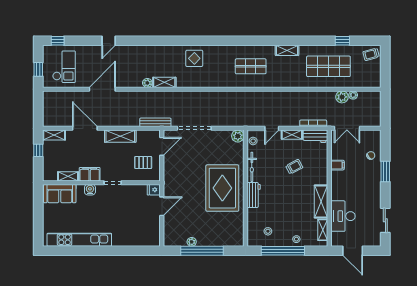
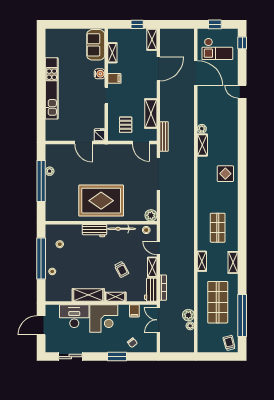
window: (342, 41) -> (242, 316), width x3.17
shelving: (286, 83) -> (202, 261), added
door: (102, 89) -> (196, 73), moved
shelving: (120, 136) -> (151, 114), moved
filing cabinet: (337, 165) -> (134, 311), moved
filing cabinet: (90, 174) -> (114, 78), width x0.50
corner desk: (345, 185) -> (104, 318), added
shelving: (323, 230) -> (115, 297), moved
kitchen unit: (79, 240) -> (52, 88), moved

